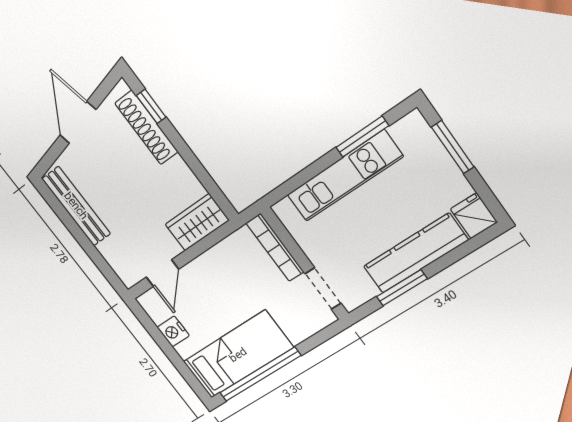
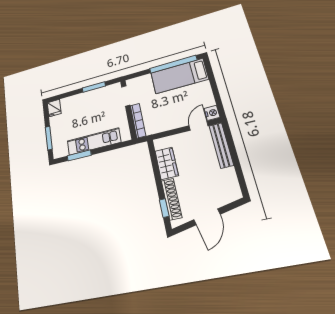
bench: (76, 206) -> (221, 145), moved
wardrobe: (197, 222) -> (167, 163), moved, turned -90
kitchen counter: (415, 253) -> (82, 100), removed
nightstand: (173, 331) -> (212, 113), moved

